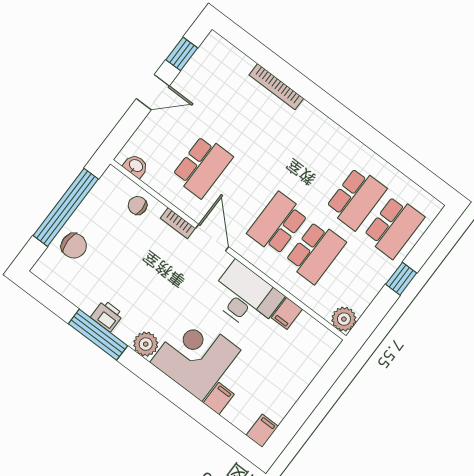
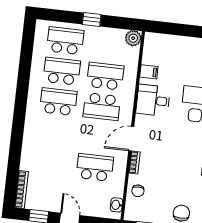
bookcase: (276, 87) -> (22, 190), moved
school desk: (318, 170) -> (58, 102), added
desk: (246, 297) -> (153, 100), width x0.73

